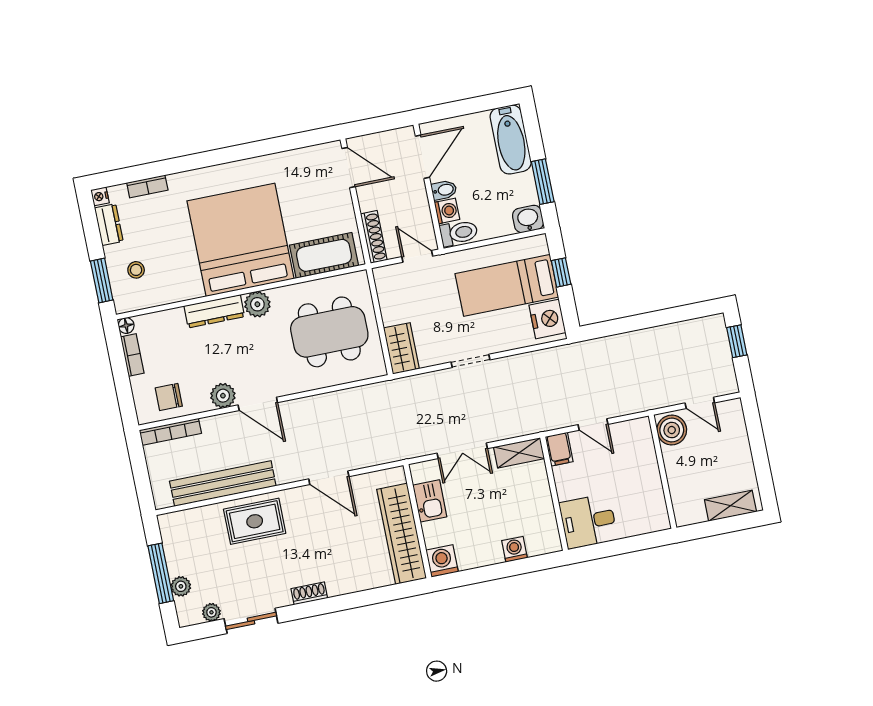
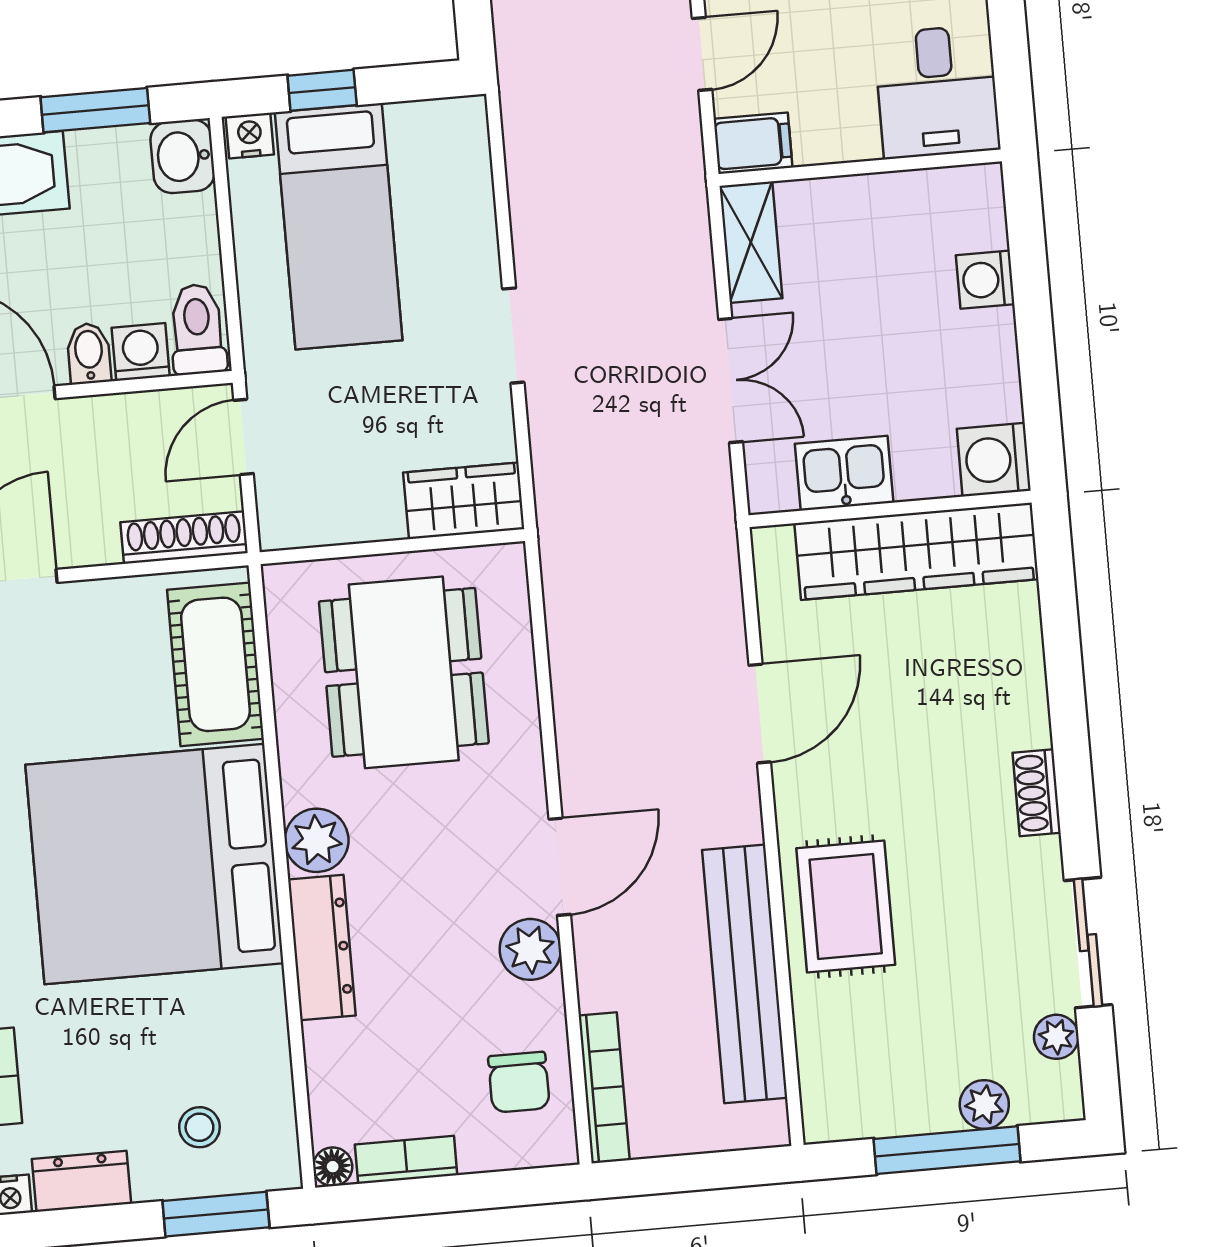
nightstand: (547, 319) -> (250, 136), moved, width x0.53, depth x0.56

